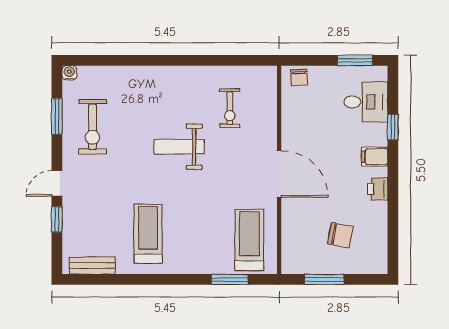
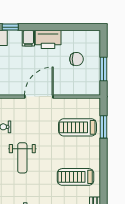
printer: (378, 189) -> (48, 39), width x1.87, depth x1.48
chair: (340, 235) -> (76, 59), turned 79
treadmill: (249, 240) -> (78, 127), moved

